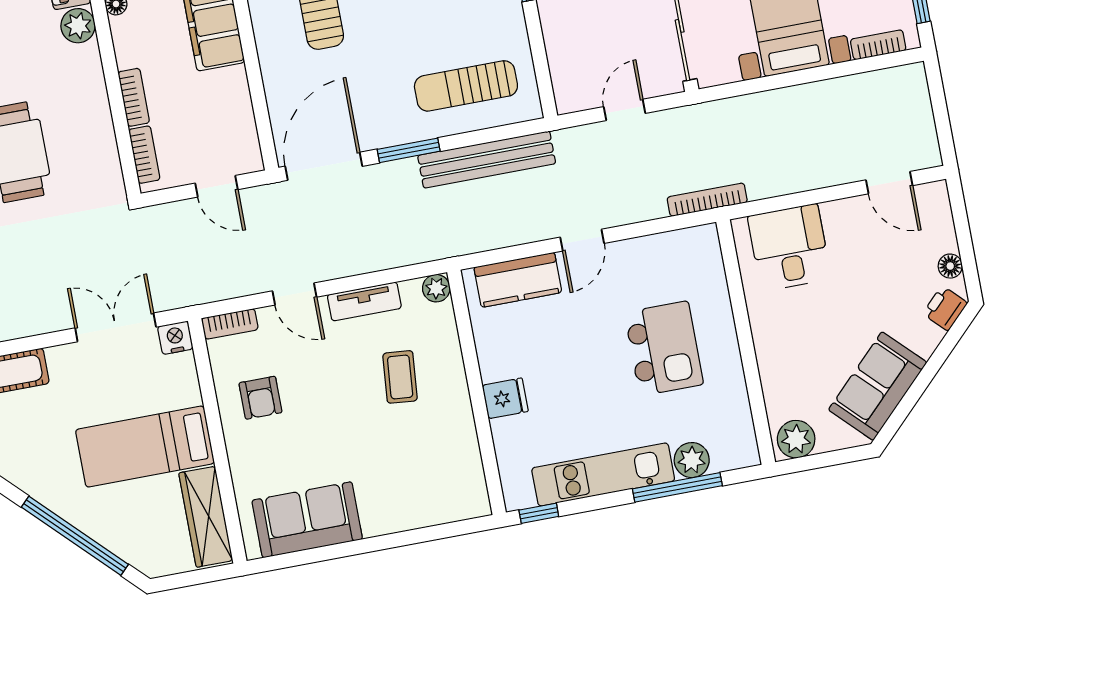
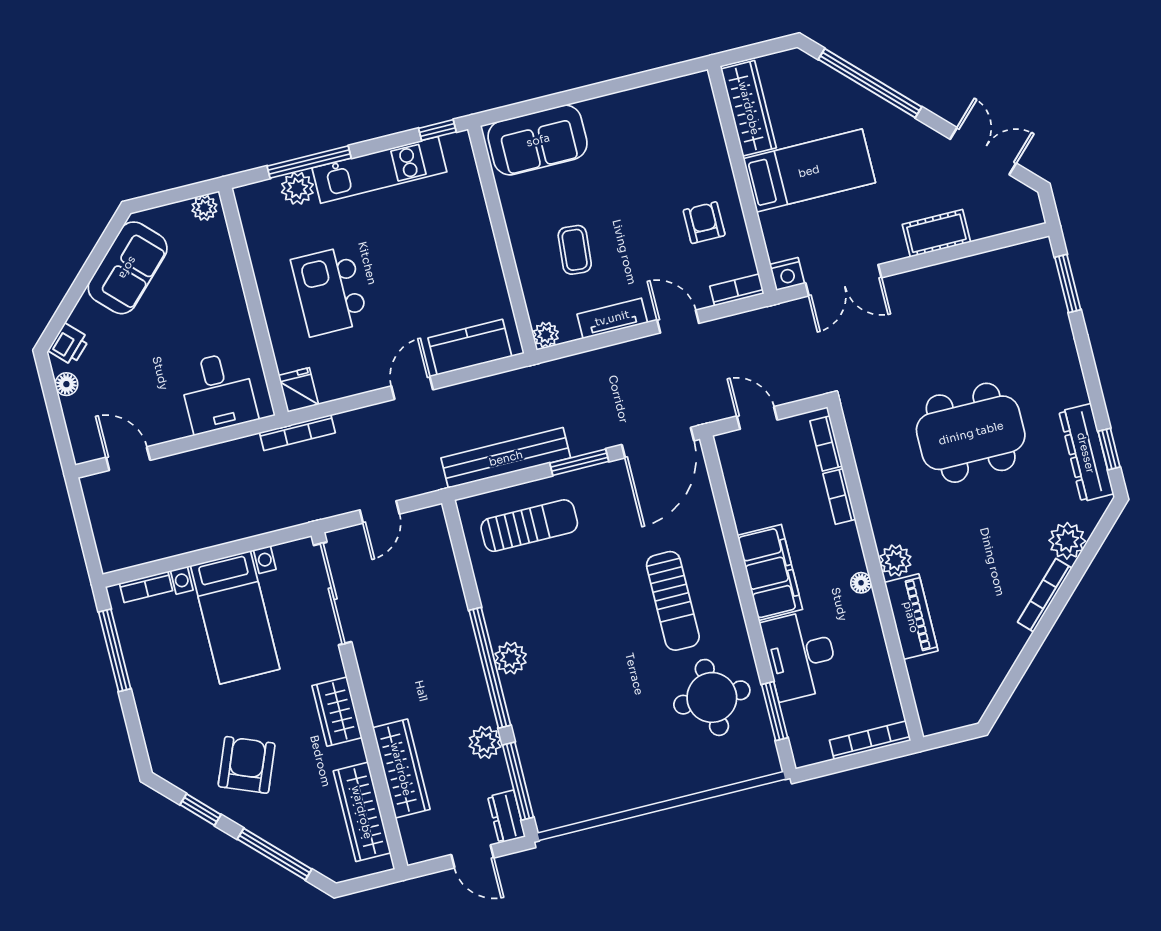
fridge: (505, 398) -> (298, 390), moved, turned 90
plant: (796, 439) -> (204, 208), width x0.73, depth x0.73
sofa: (307, 520) -> (538, 140), moved

